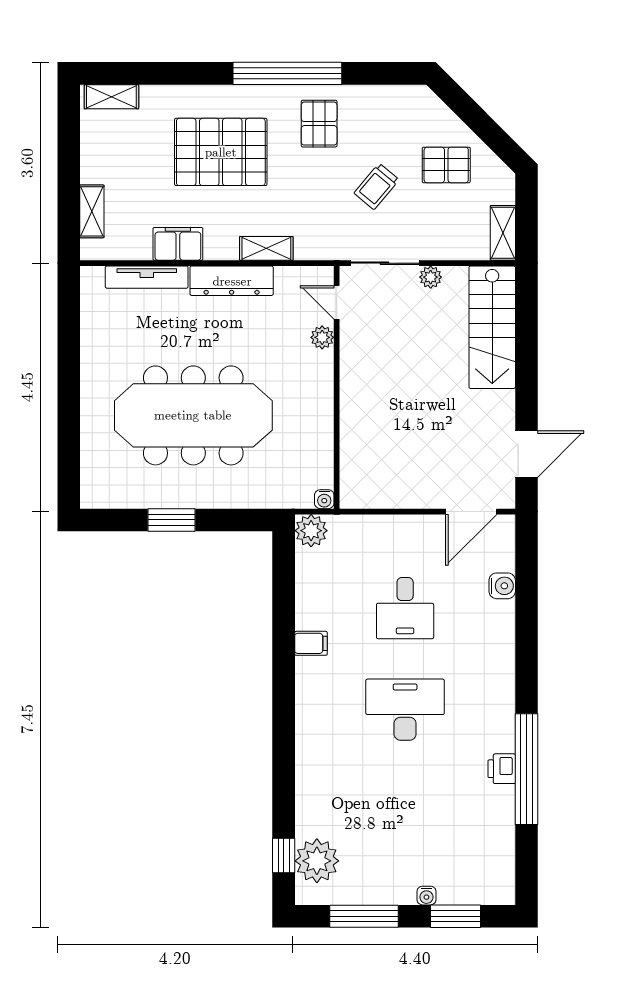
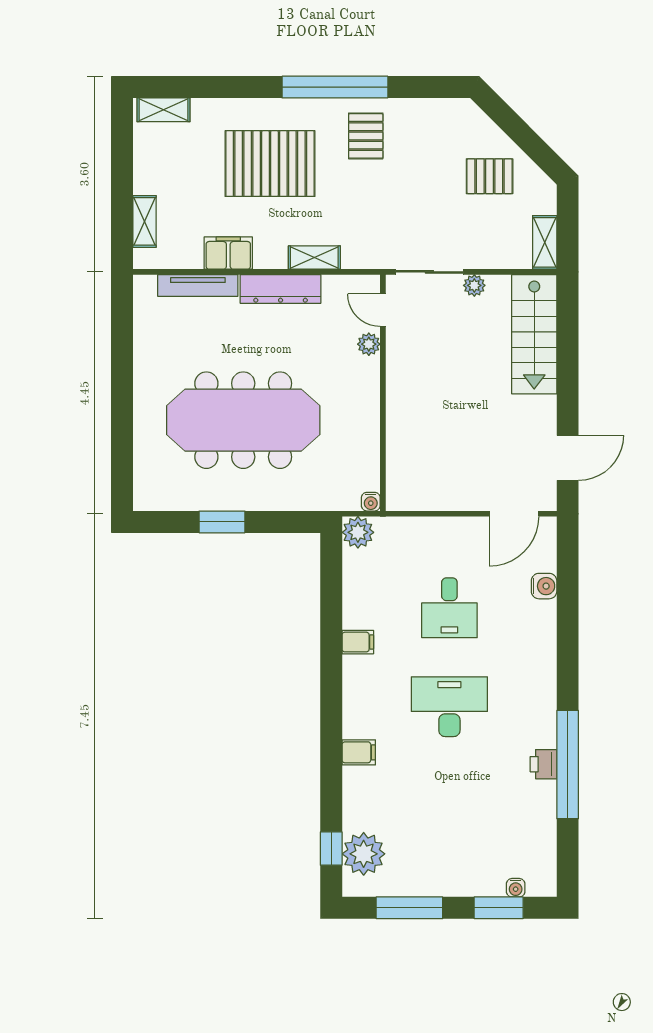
trolley: (377, 186) -> (422, 197), removed
filing cabinet: (312, 757) -> (359, 752), added
water cooler: (426, 896) -> (516, 888), moved

